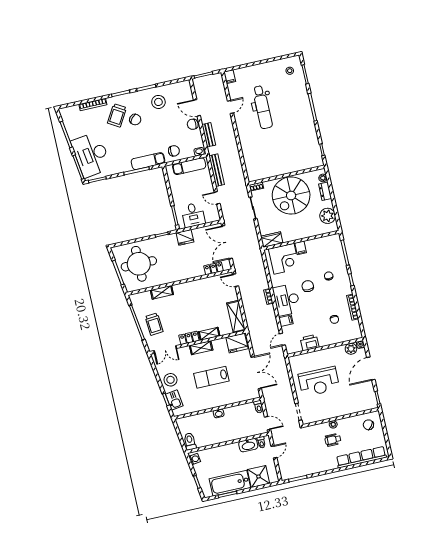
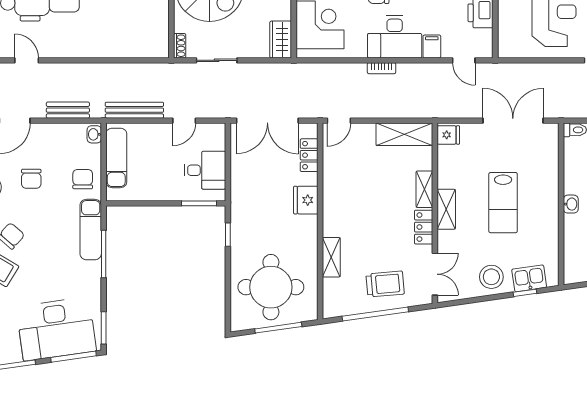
chair: (193, 124) -> (31, 179), moved
fridge: (185, 237) -> (306, 200), moved, turned 180
fridge: (237, 343) -> (448, 135), width x0.53, depth x0.75

